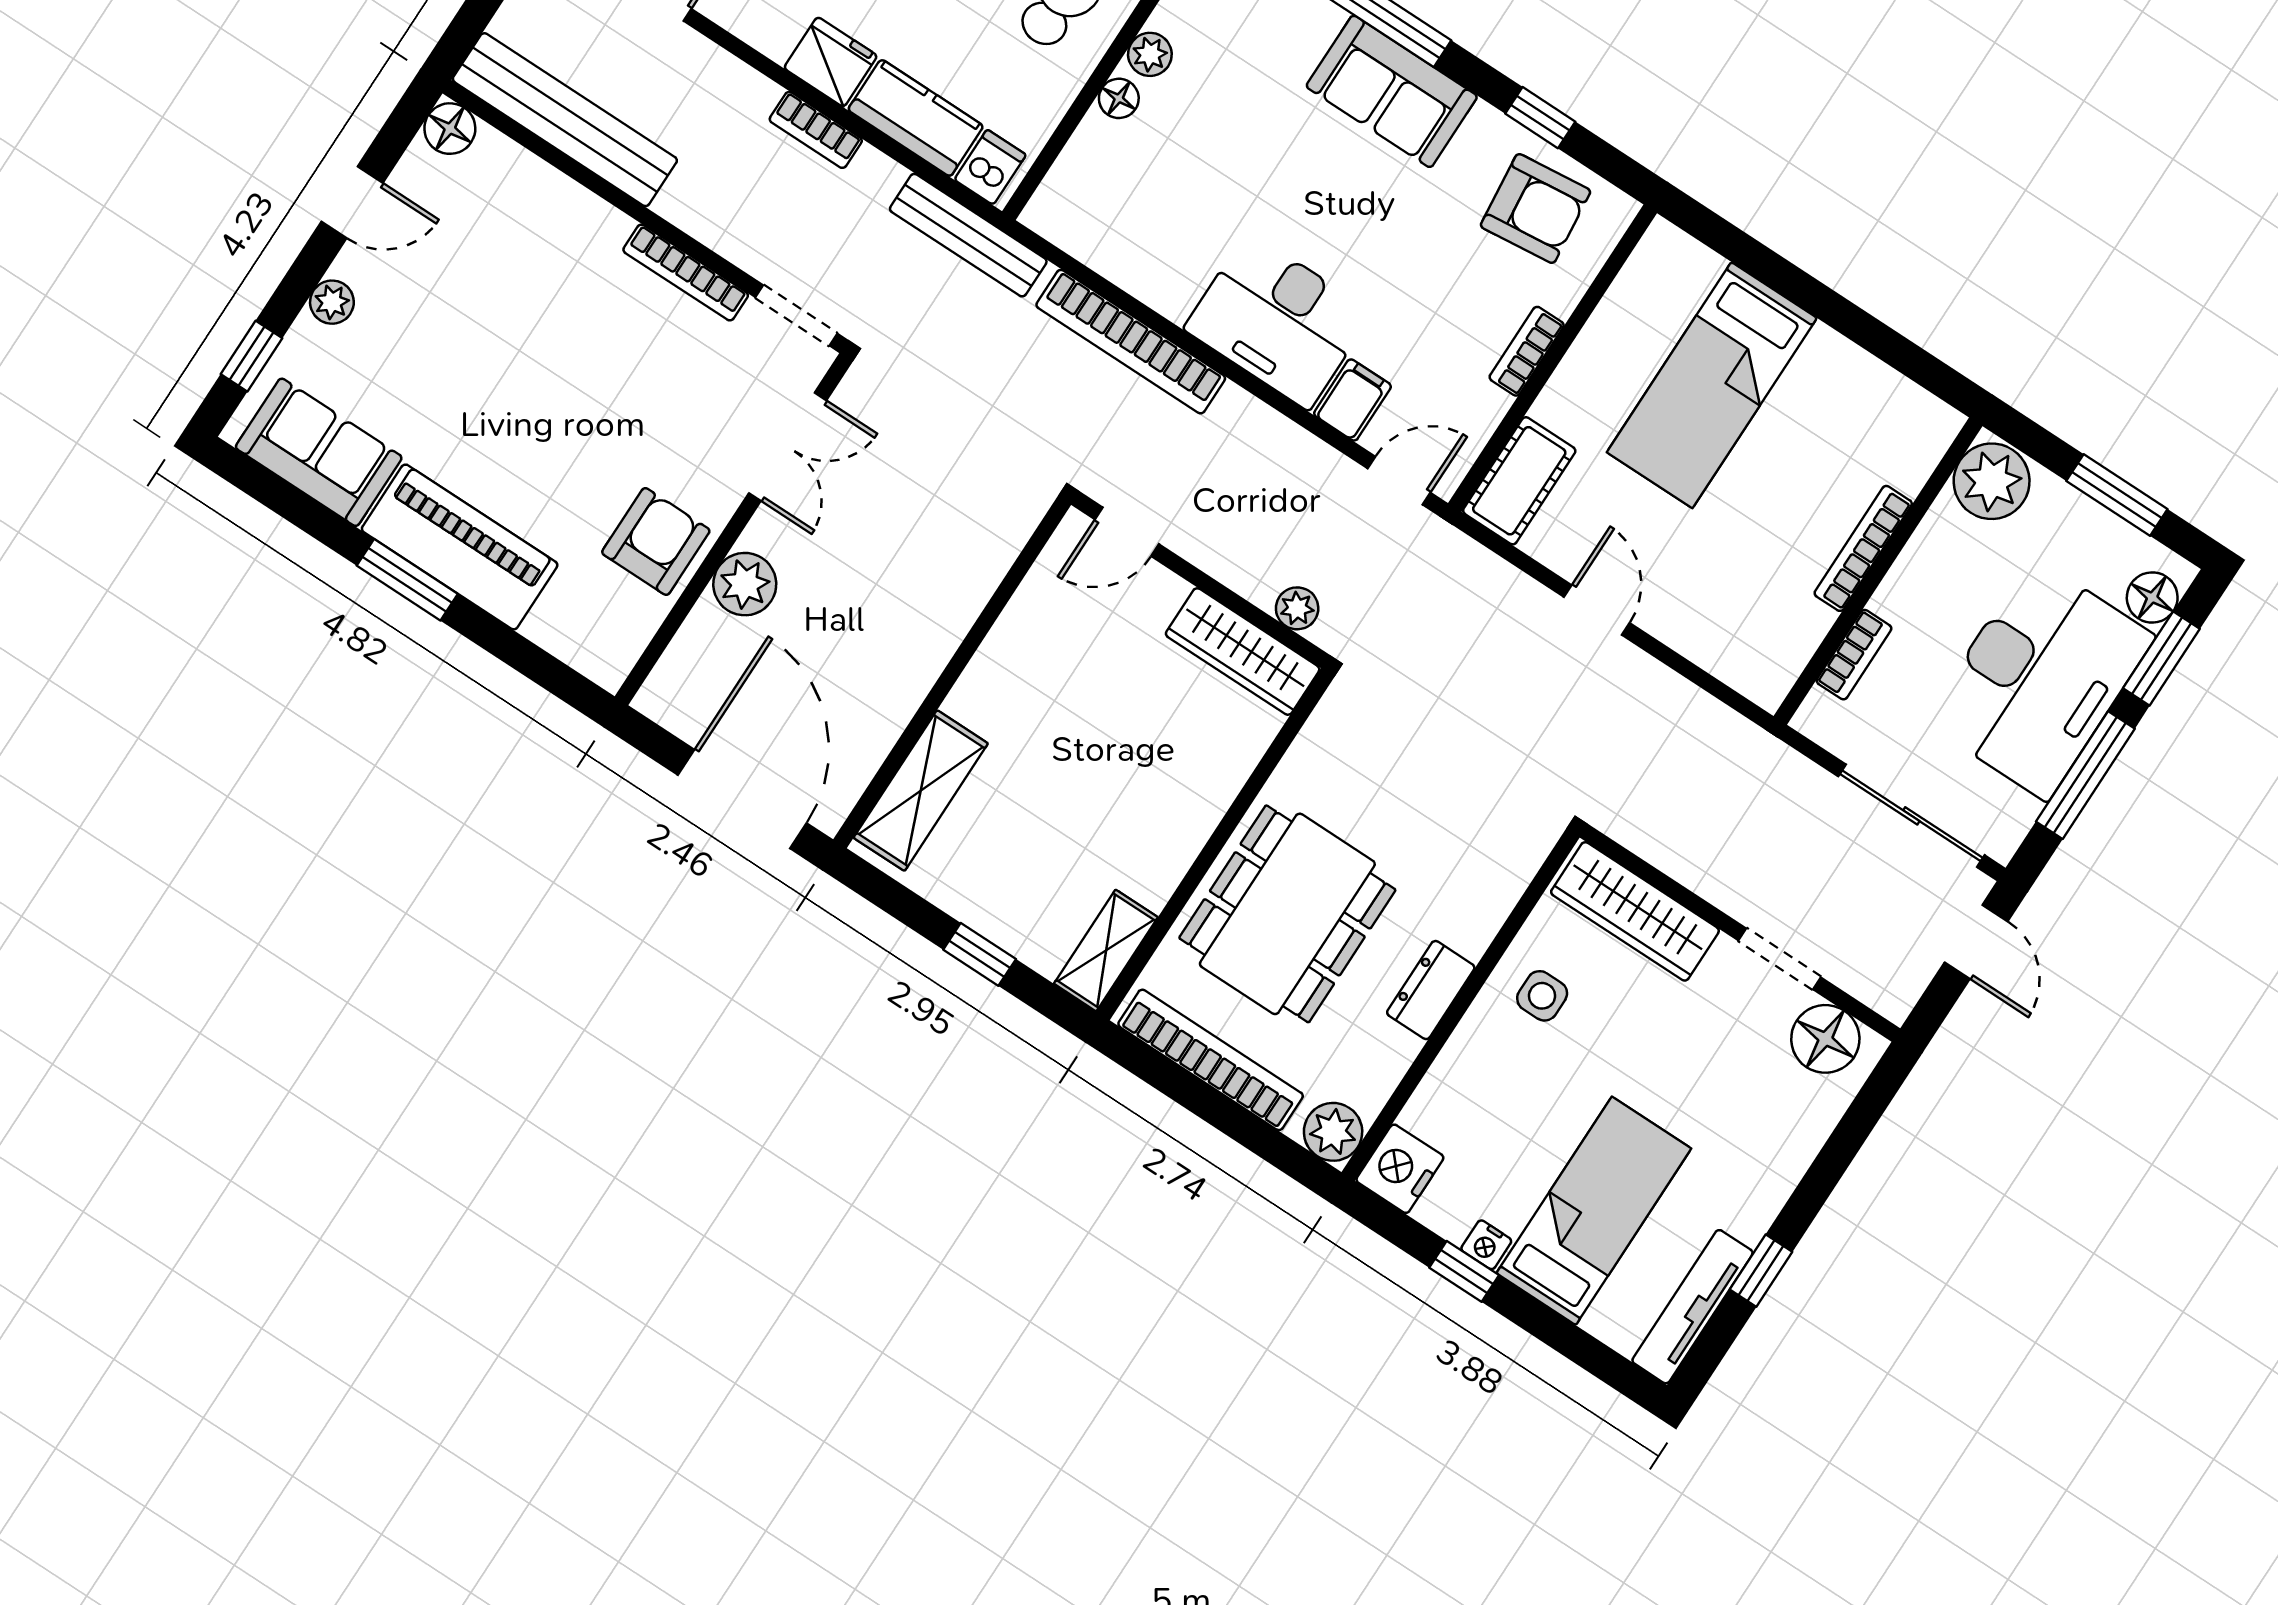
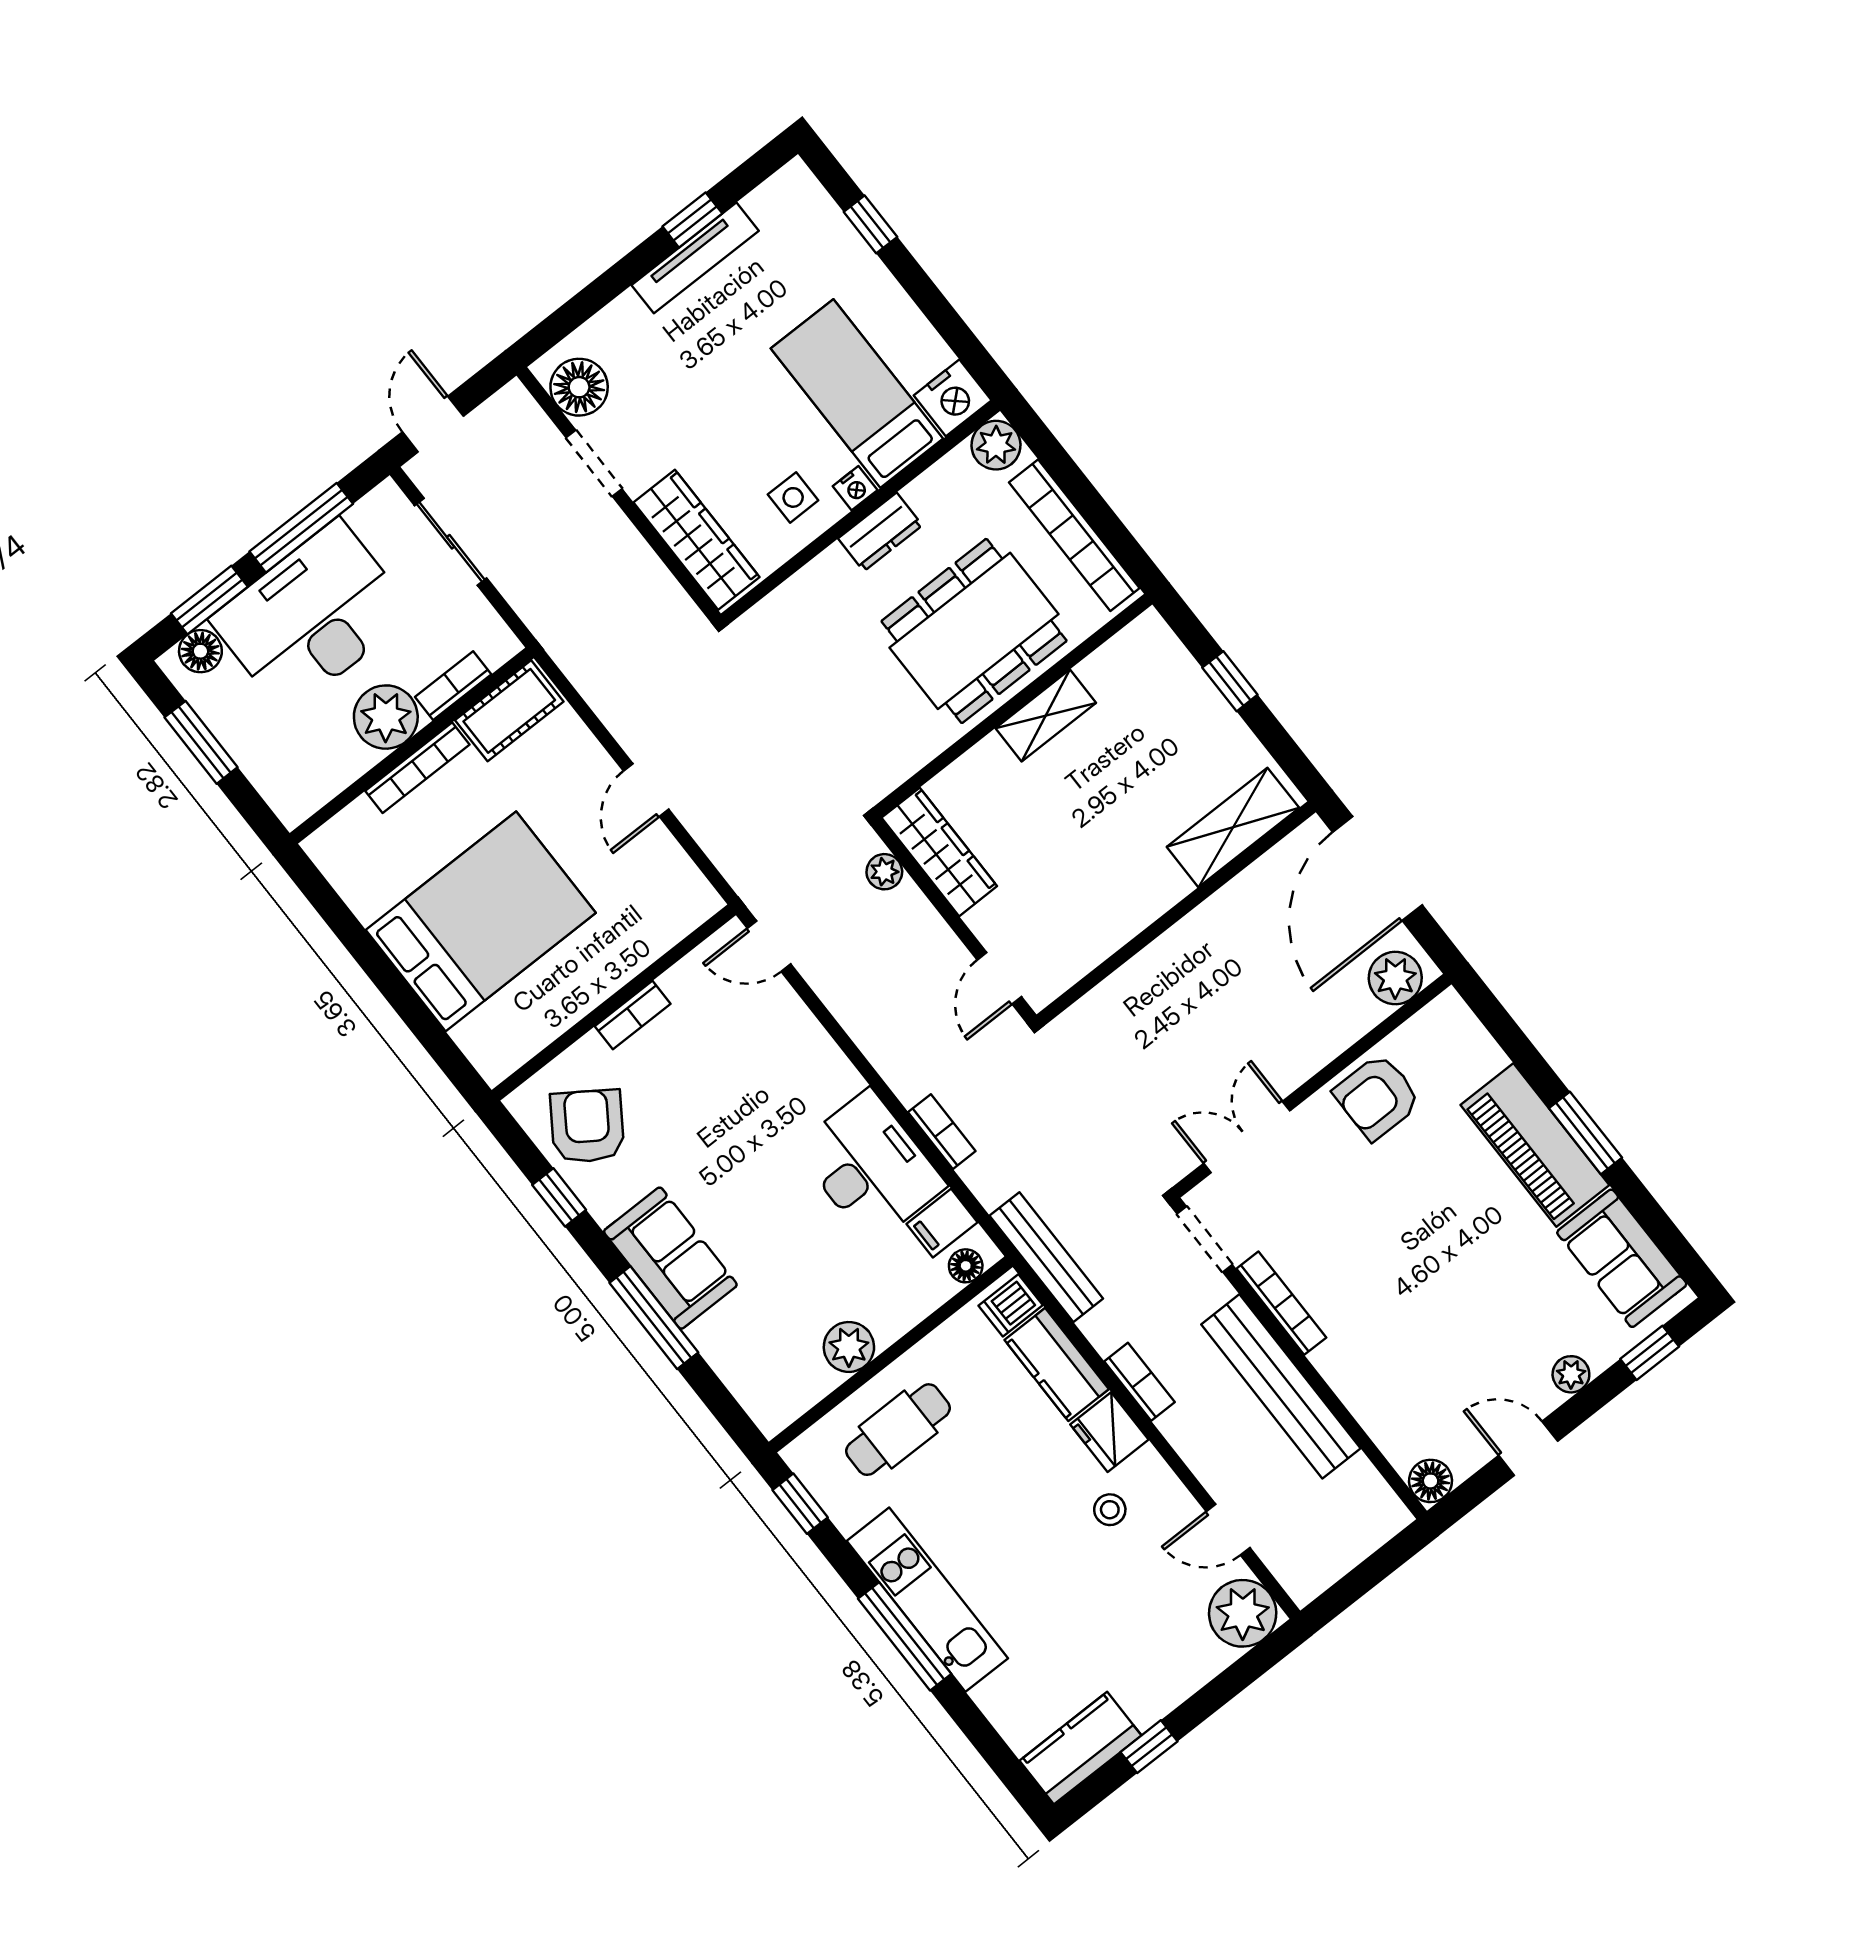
plant: (1150, 54) -> (849, 1347), width x1.38, depth x1.38
floor lamp: (1119, 98) -> (966, 1266), moved
bench: (565, 120) -> (1281, 1386), moved
armchair: (1536, 209) -> (587, 1126), turned 40
desk: (1278, 321) -> (870, 1167), moved
bookcase: (1131, 342) -> (942, 1132), width x0.43, depth x0.76
bed: (1712, 385) -> (481, 921), width x1.50
filing cabinet: (1352, 400) -> (942, 1223), moved
cot: (1519, 481) -> (509, 711), moved
plant: (1992, 481) -> (386, 717), moved
door: (1127, 532) -> (999, 978), swing flipped
plant: (745, 584) -> (1395, 978), moved
sliding door: (1911, 816) -> (451, 542), width x0.73
shelving: (1106, 950) -> (1046, 715), moved
bed: (1594, 1211) -> (857, 393), moved, turned 90
nightstand: (1486, 1245) -> (855, 488), moved, turned 90
window: (1464, 1271) -> (870, 224), moved
tv unit: (1693, 1307) -> (695, 258), moved

